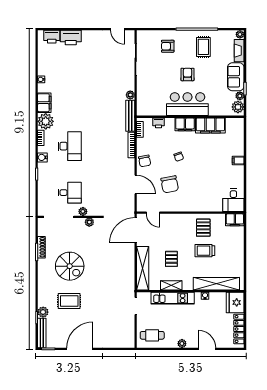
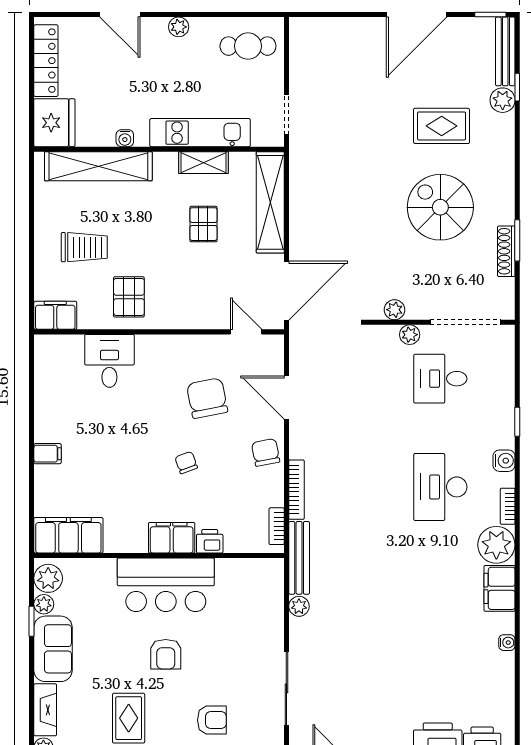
printer: (159, 123) -> (210, 541), moved
filing cabinet: (210, 125) -> (68, 535), moved
desk: (233, 200) -> (109, 361), moved
trolley: (205, 251) -> (84, 247), moved

